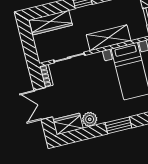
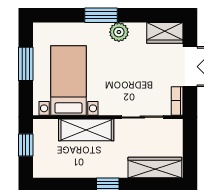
plant: (90, 119) -> (119, 32), moved

